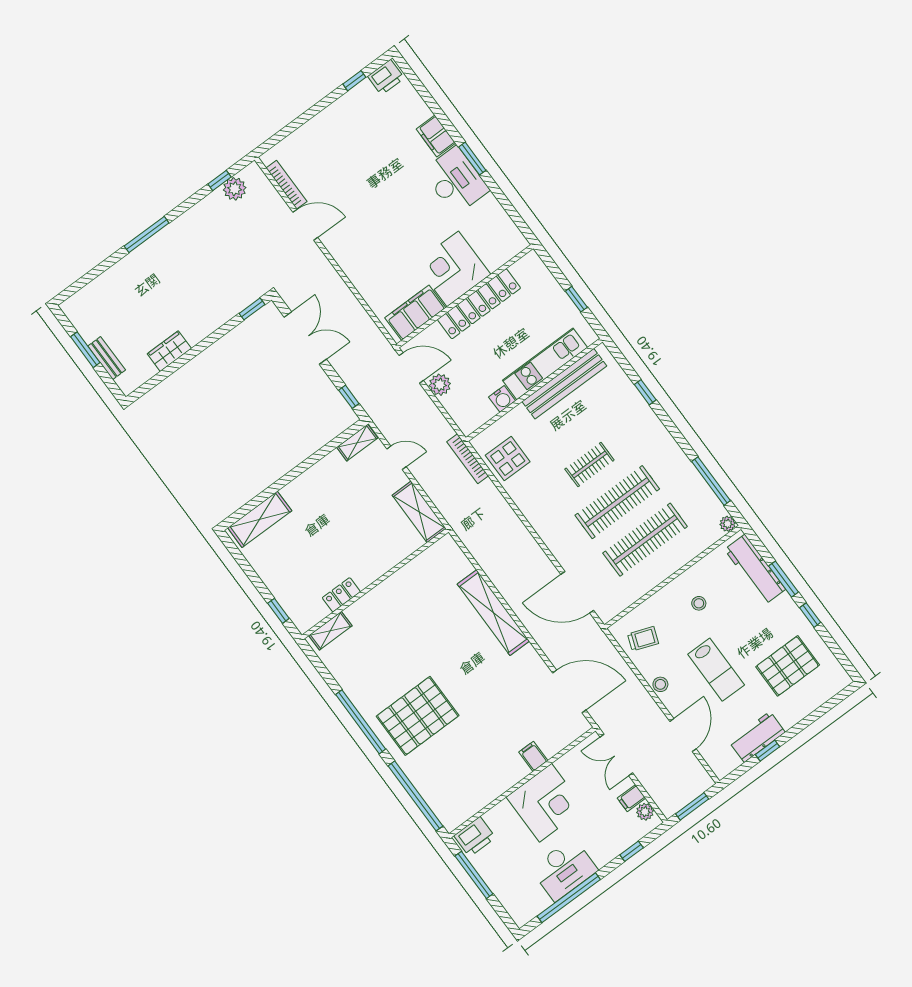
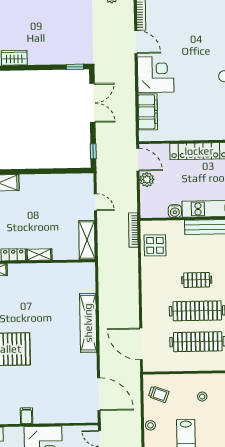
corner desk: (453, 269) -> (156, 75), moved, turned 90
filing cabinet: (415, 313) -> (148, 112), moved, turned 90
shelving: (357, 443) -> (39, 255), moved
filing cabinet: (533, 756) -> (26, 416), moved

